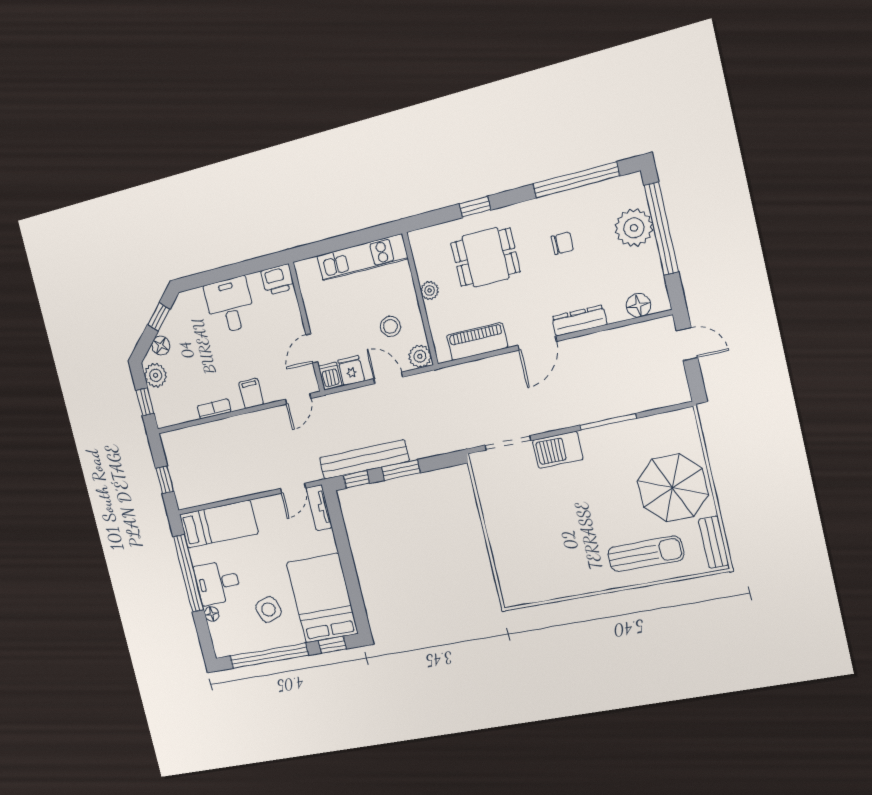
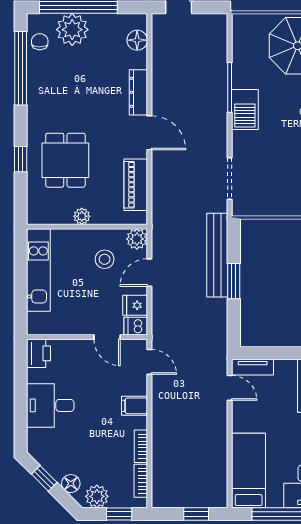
chair: (562, 243) -> (40, 42), moved
bookcase: (181, 417) -> (141, 481), added
barbecue: (558, 450) -> (245, 109), moved
bench: (364, 459) -> (217, 255), moved
window: (356, 479) -> (234, 325), removed

